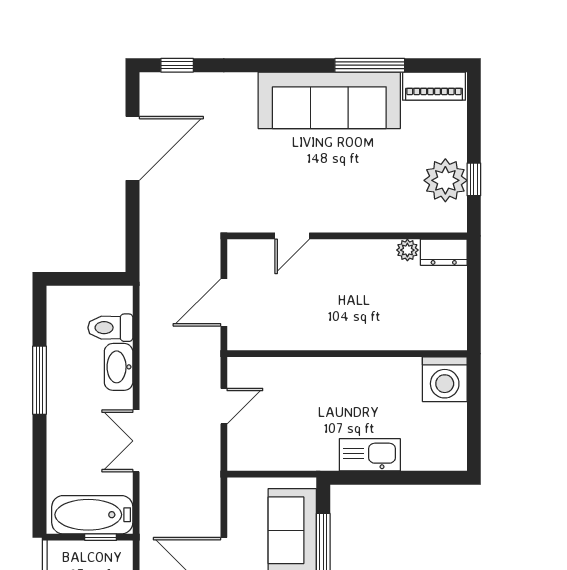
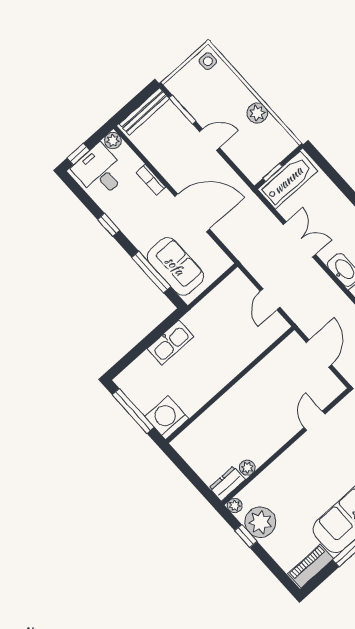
plant: (457, 222) -> (235, 506), added
window: (474, 418) -> (133, 411), added

